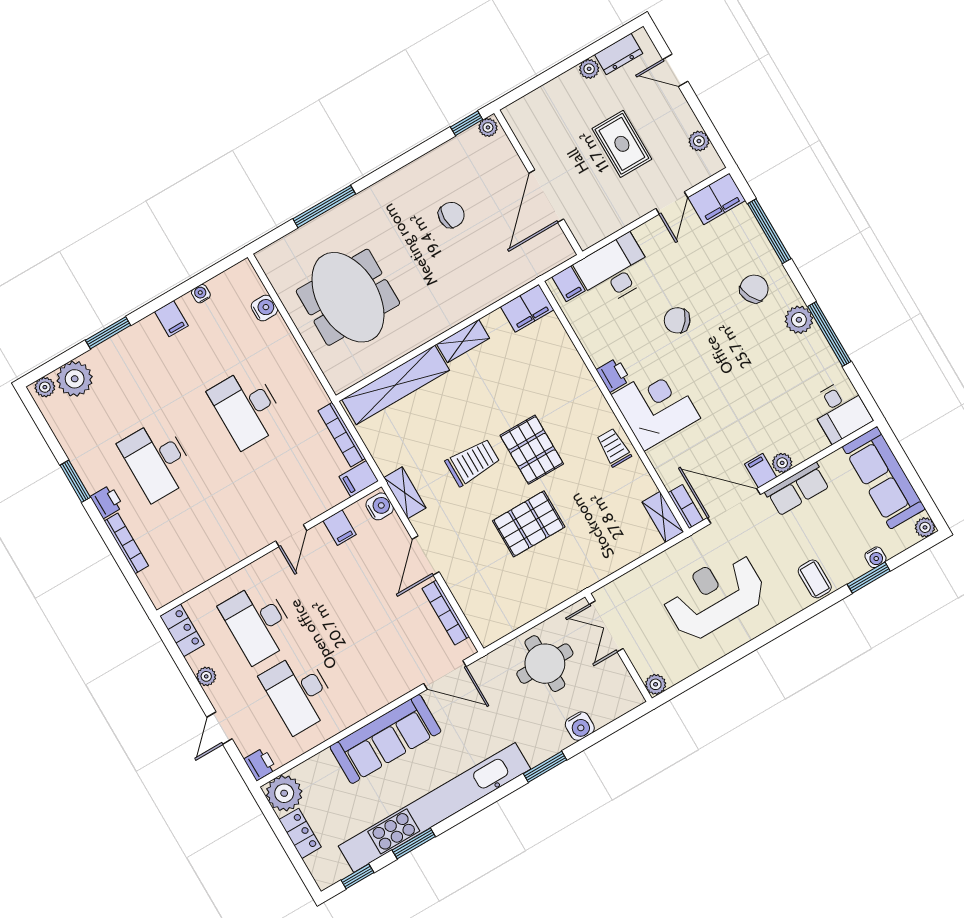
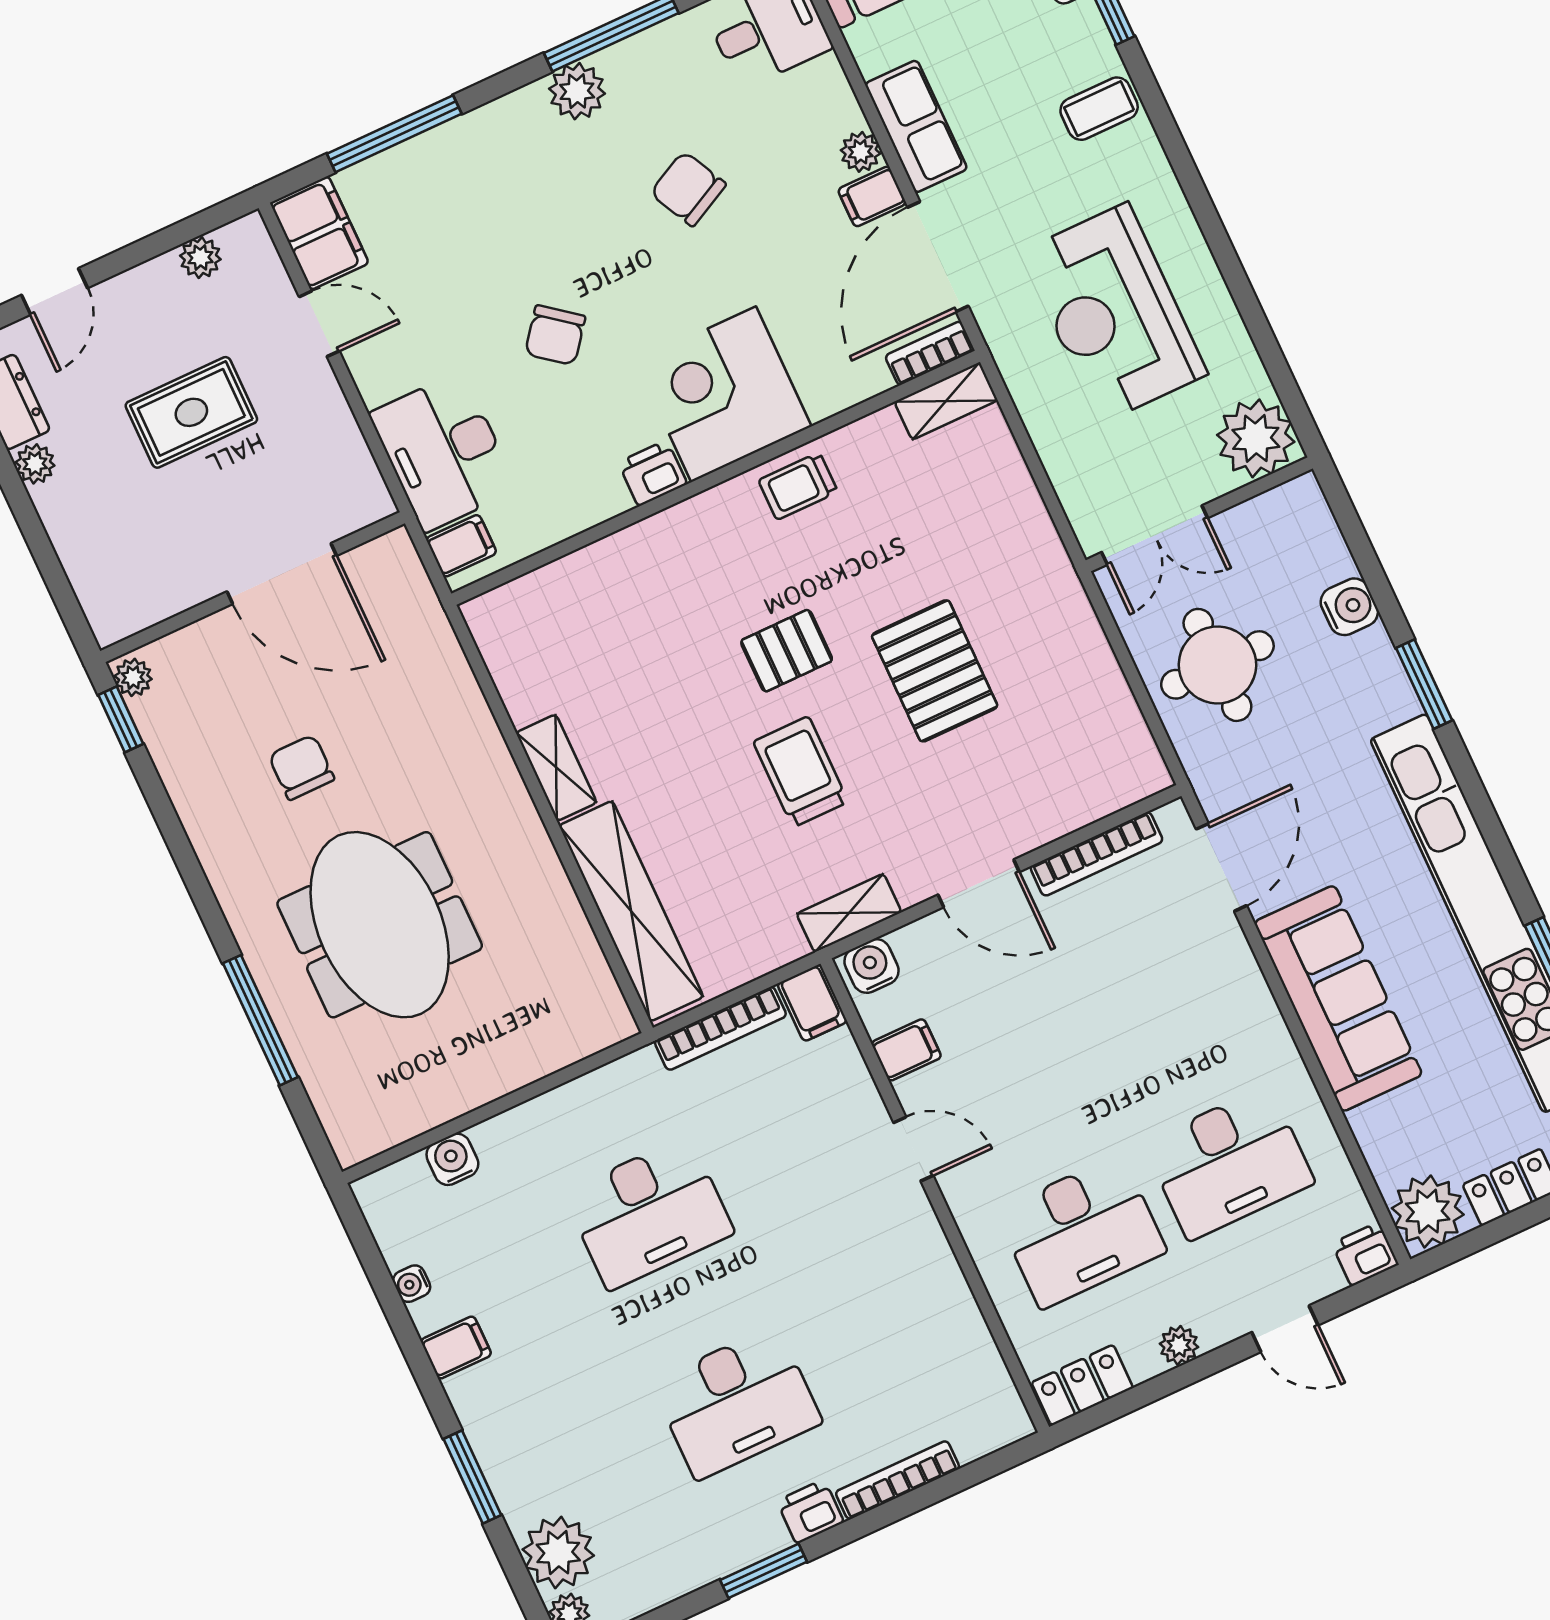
chair: (754, 289) -> (688, 189), moved
meeting table: (348, 297) -> (380, 925), moved, turned 90
filing cabinet: (527, 308) -> (503, 633), removed
pallet: (532, 450) -> (787, 651), width x0.67, depth x0.71
plant: (656, 684) -> (1256, 438), width x1.87, depth x1.87

